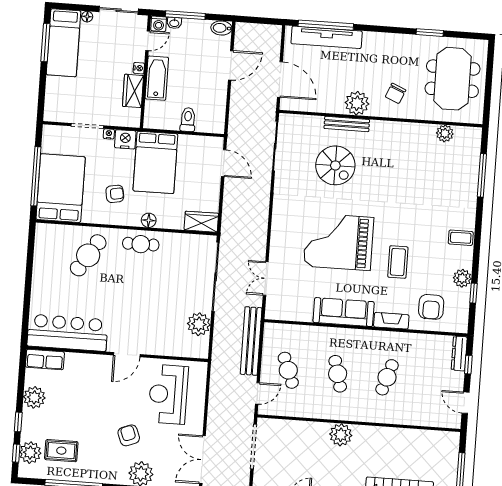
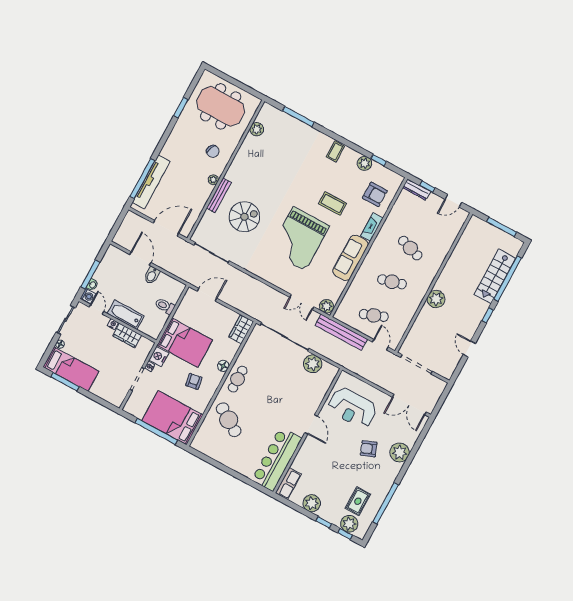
bidet: (221, 28) -> (152, 275), moved
plant: (357, 103) -> (213, 180), width x0.53, depth x0.53
plant: (274, 310) -> (326, 306), added

